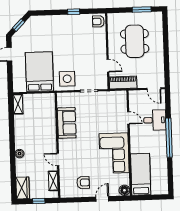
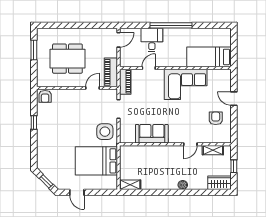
piano: (115, 96) -> (125, 82), added
floor lamp: (124, 190) -> (225, 75), removed

